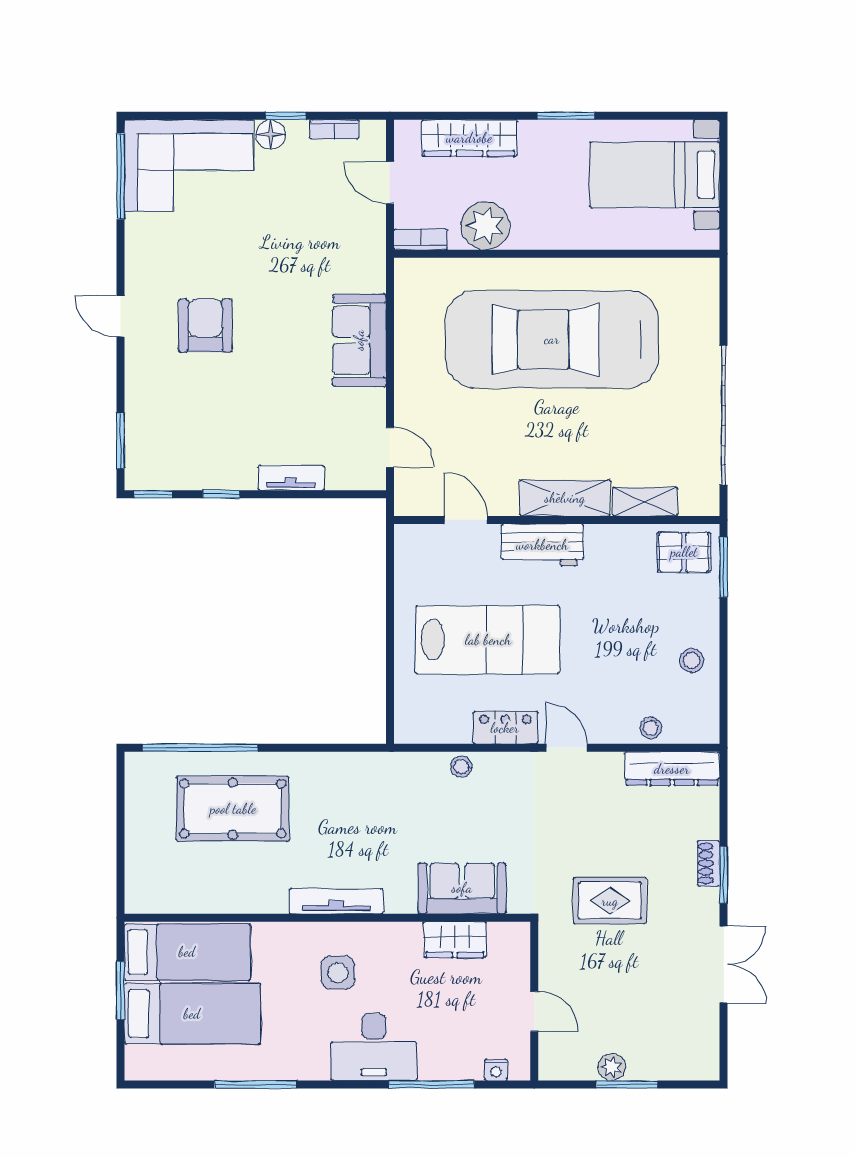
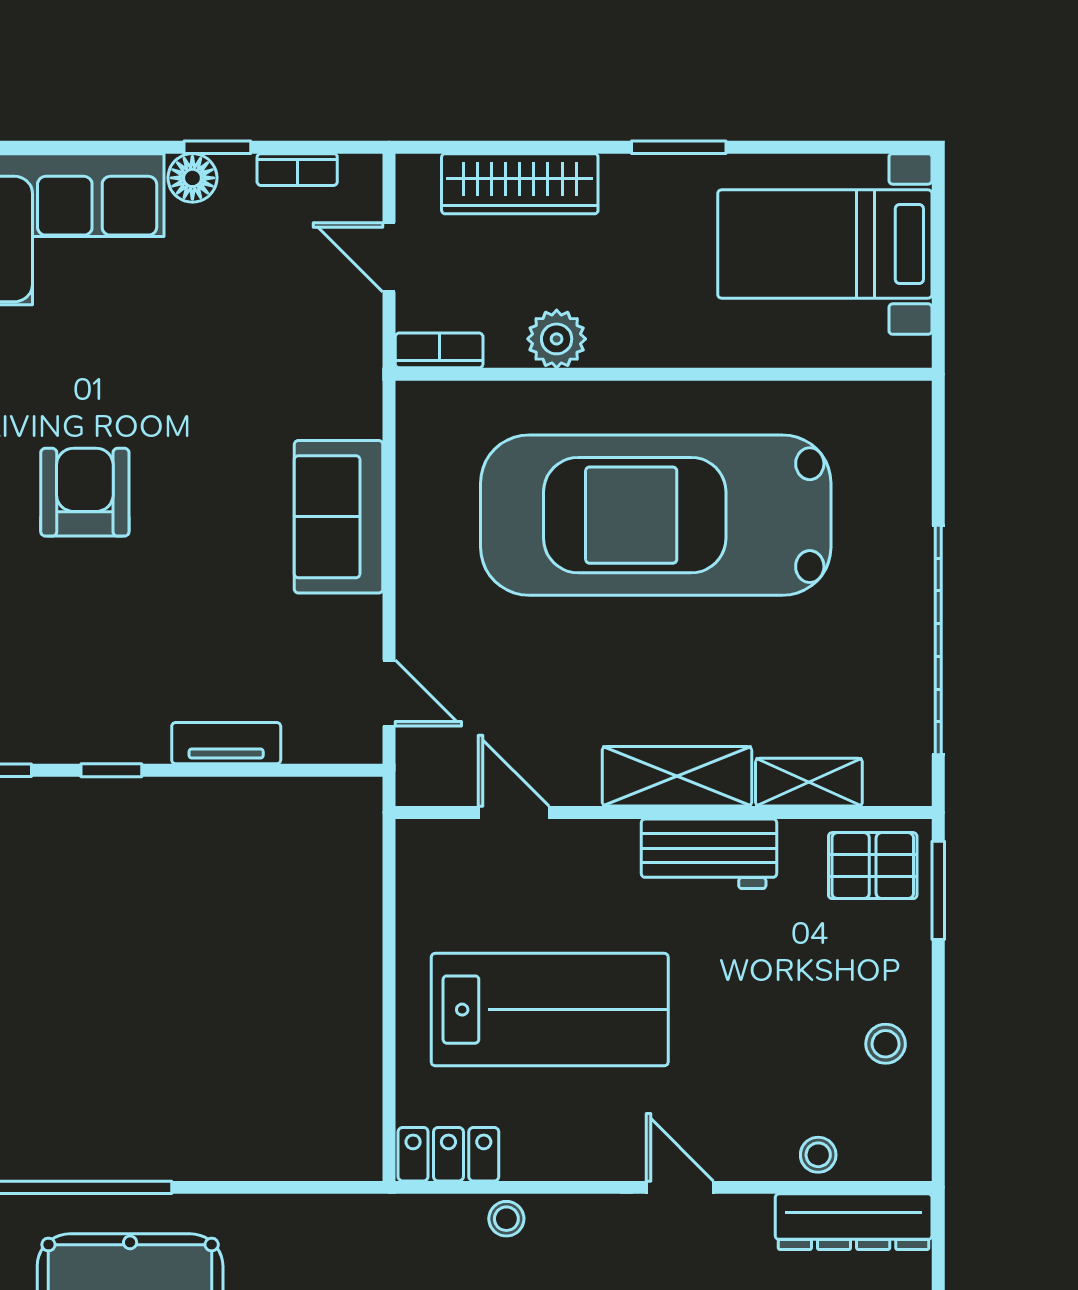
plant: (485, 226) -> (557, 339), width x0.73, depth x0.73
workbench: (542, 545) -> (709, 854), moved
locker: (505, 728) -> (448, 1154), moved

